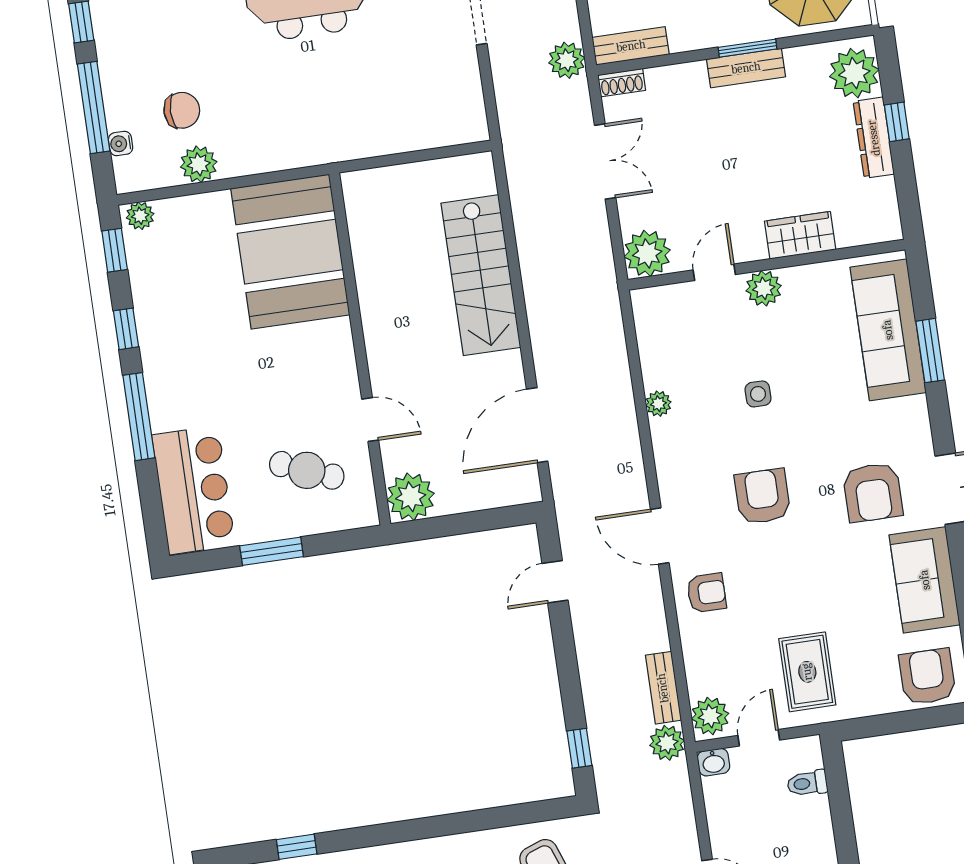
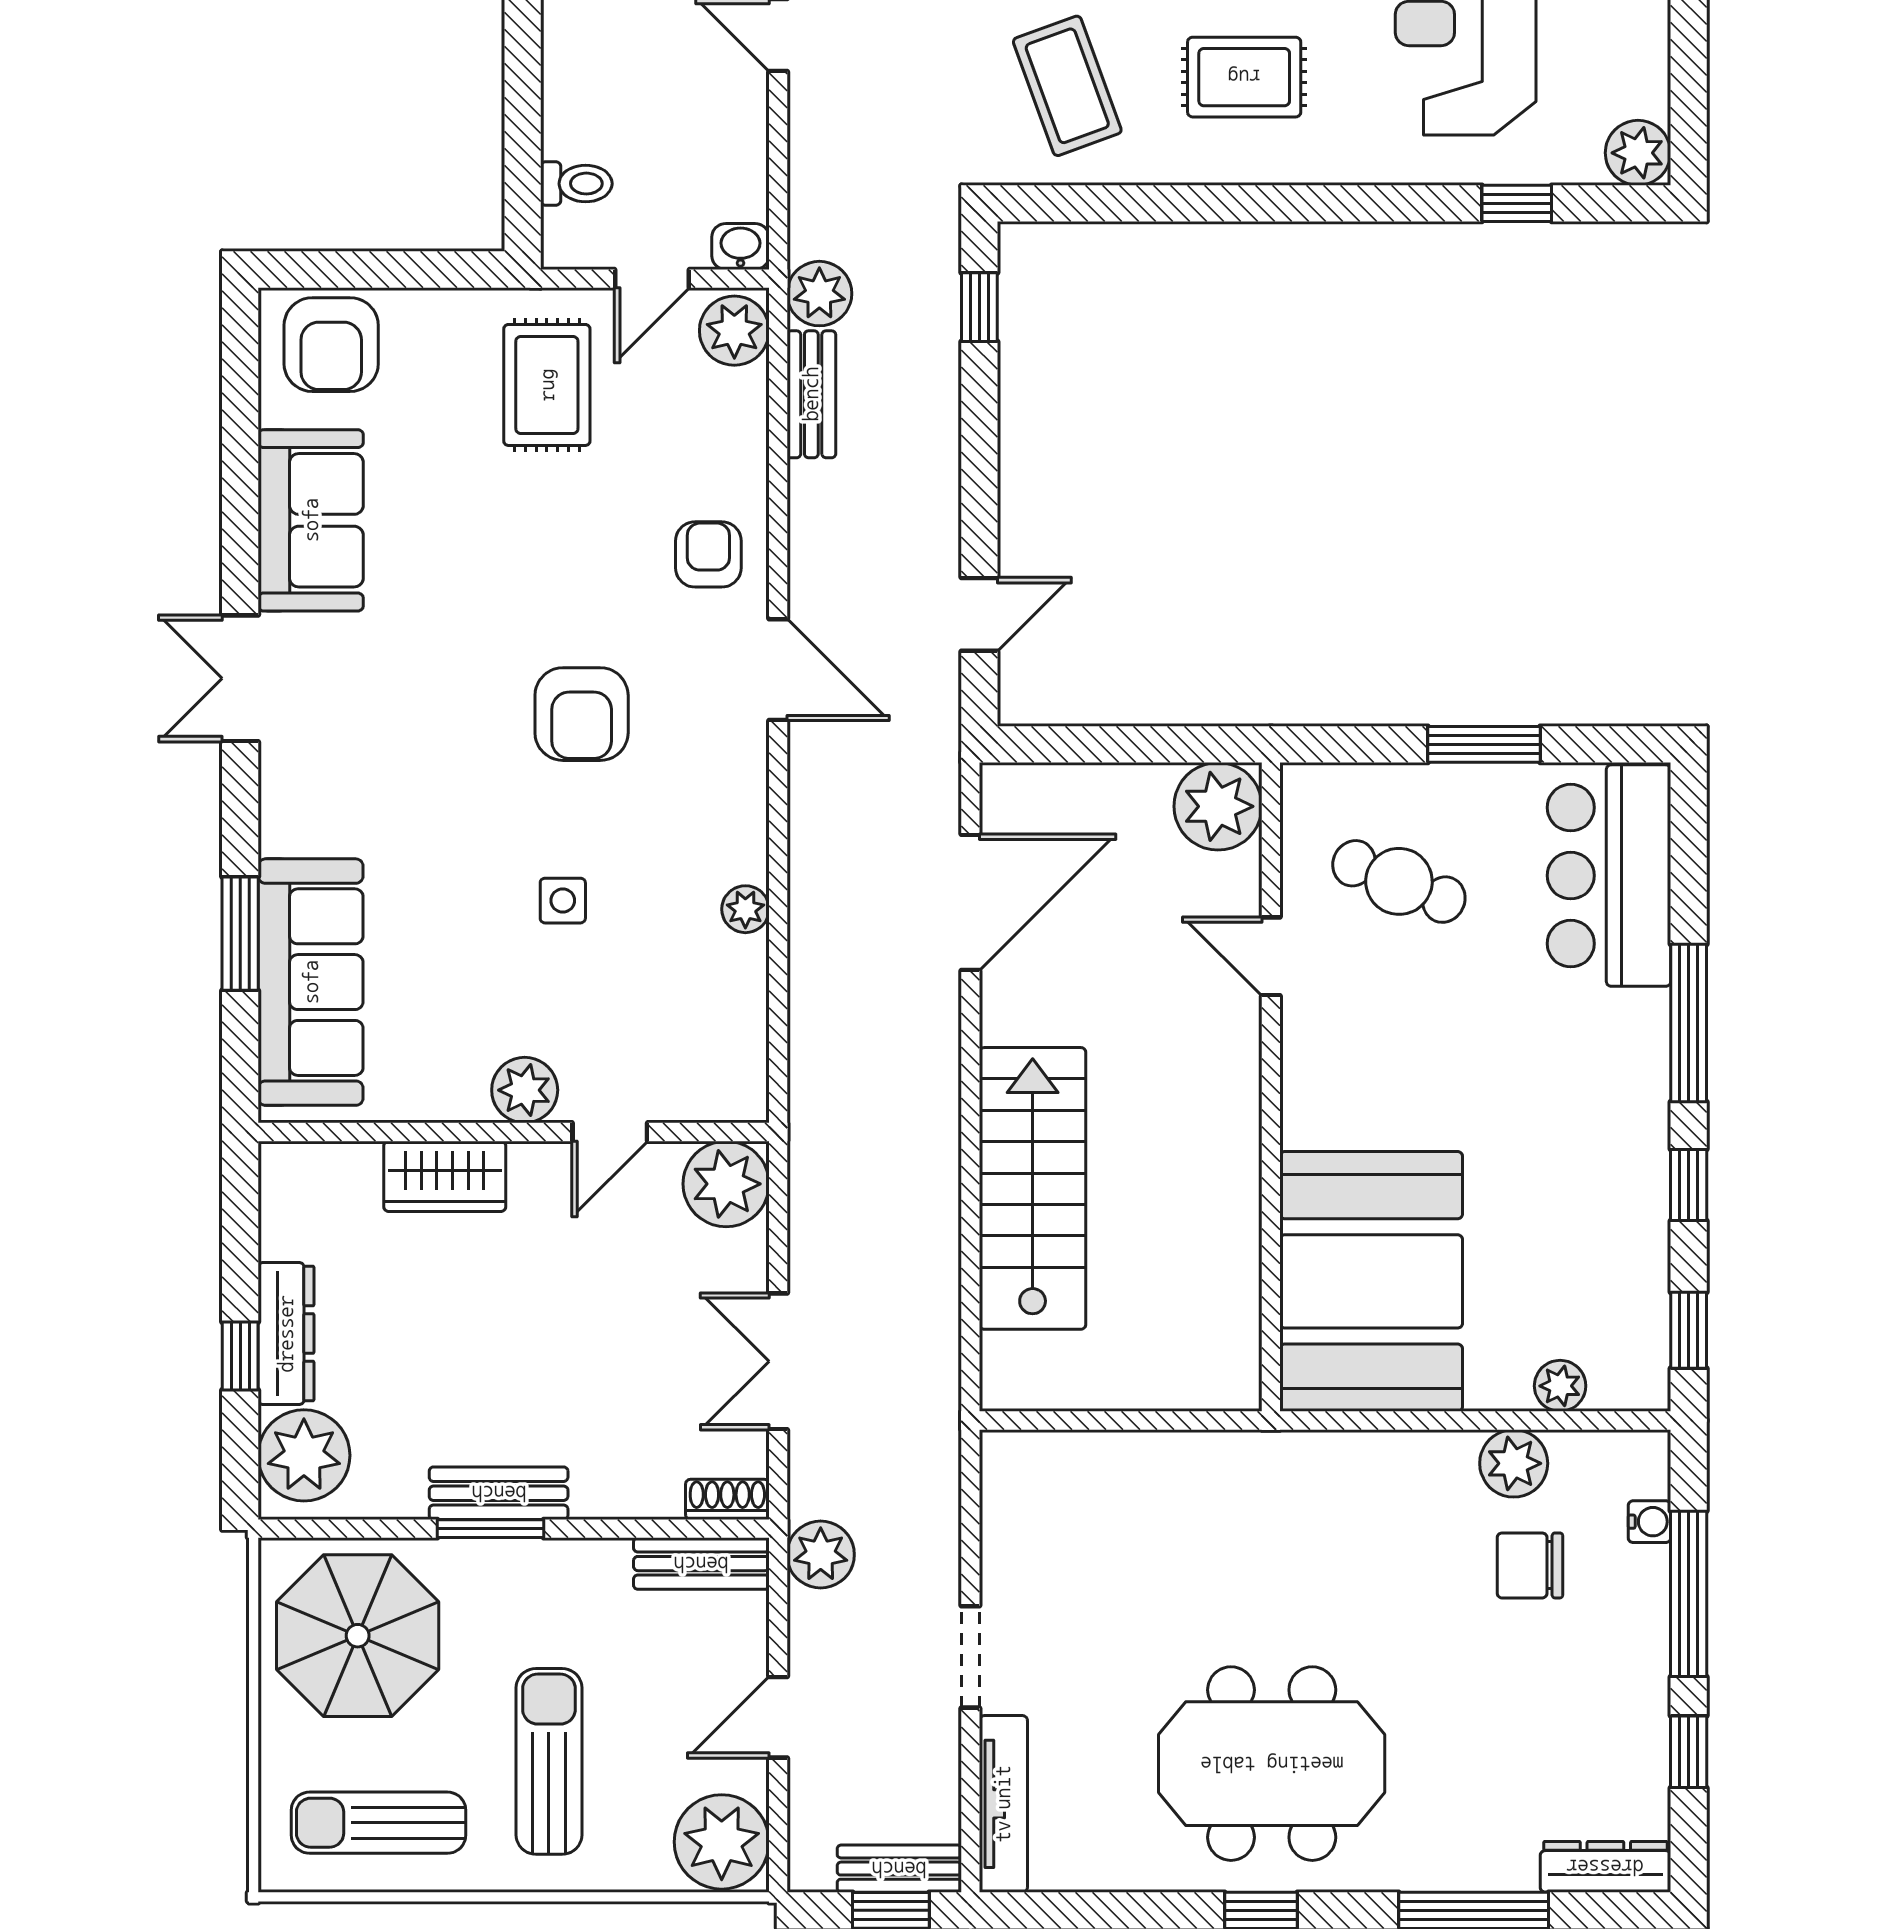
plant: (140, 216) -> (1560, 1386), moved
armchair: (873, 492) -> (381, 692), removed
armchair: (706, 593) -> (708, 554), turned 90

